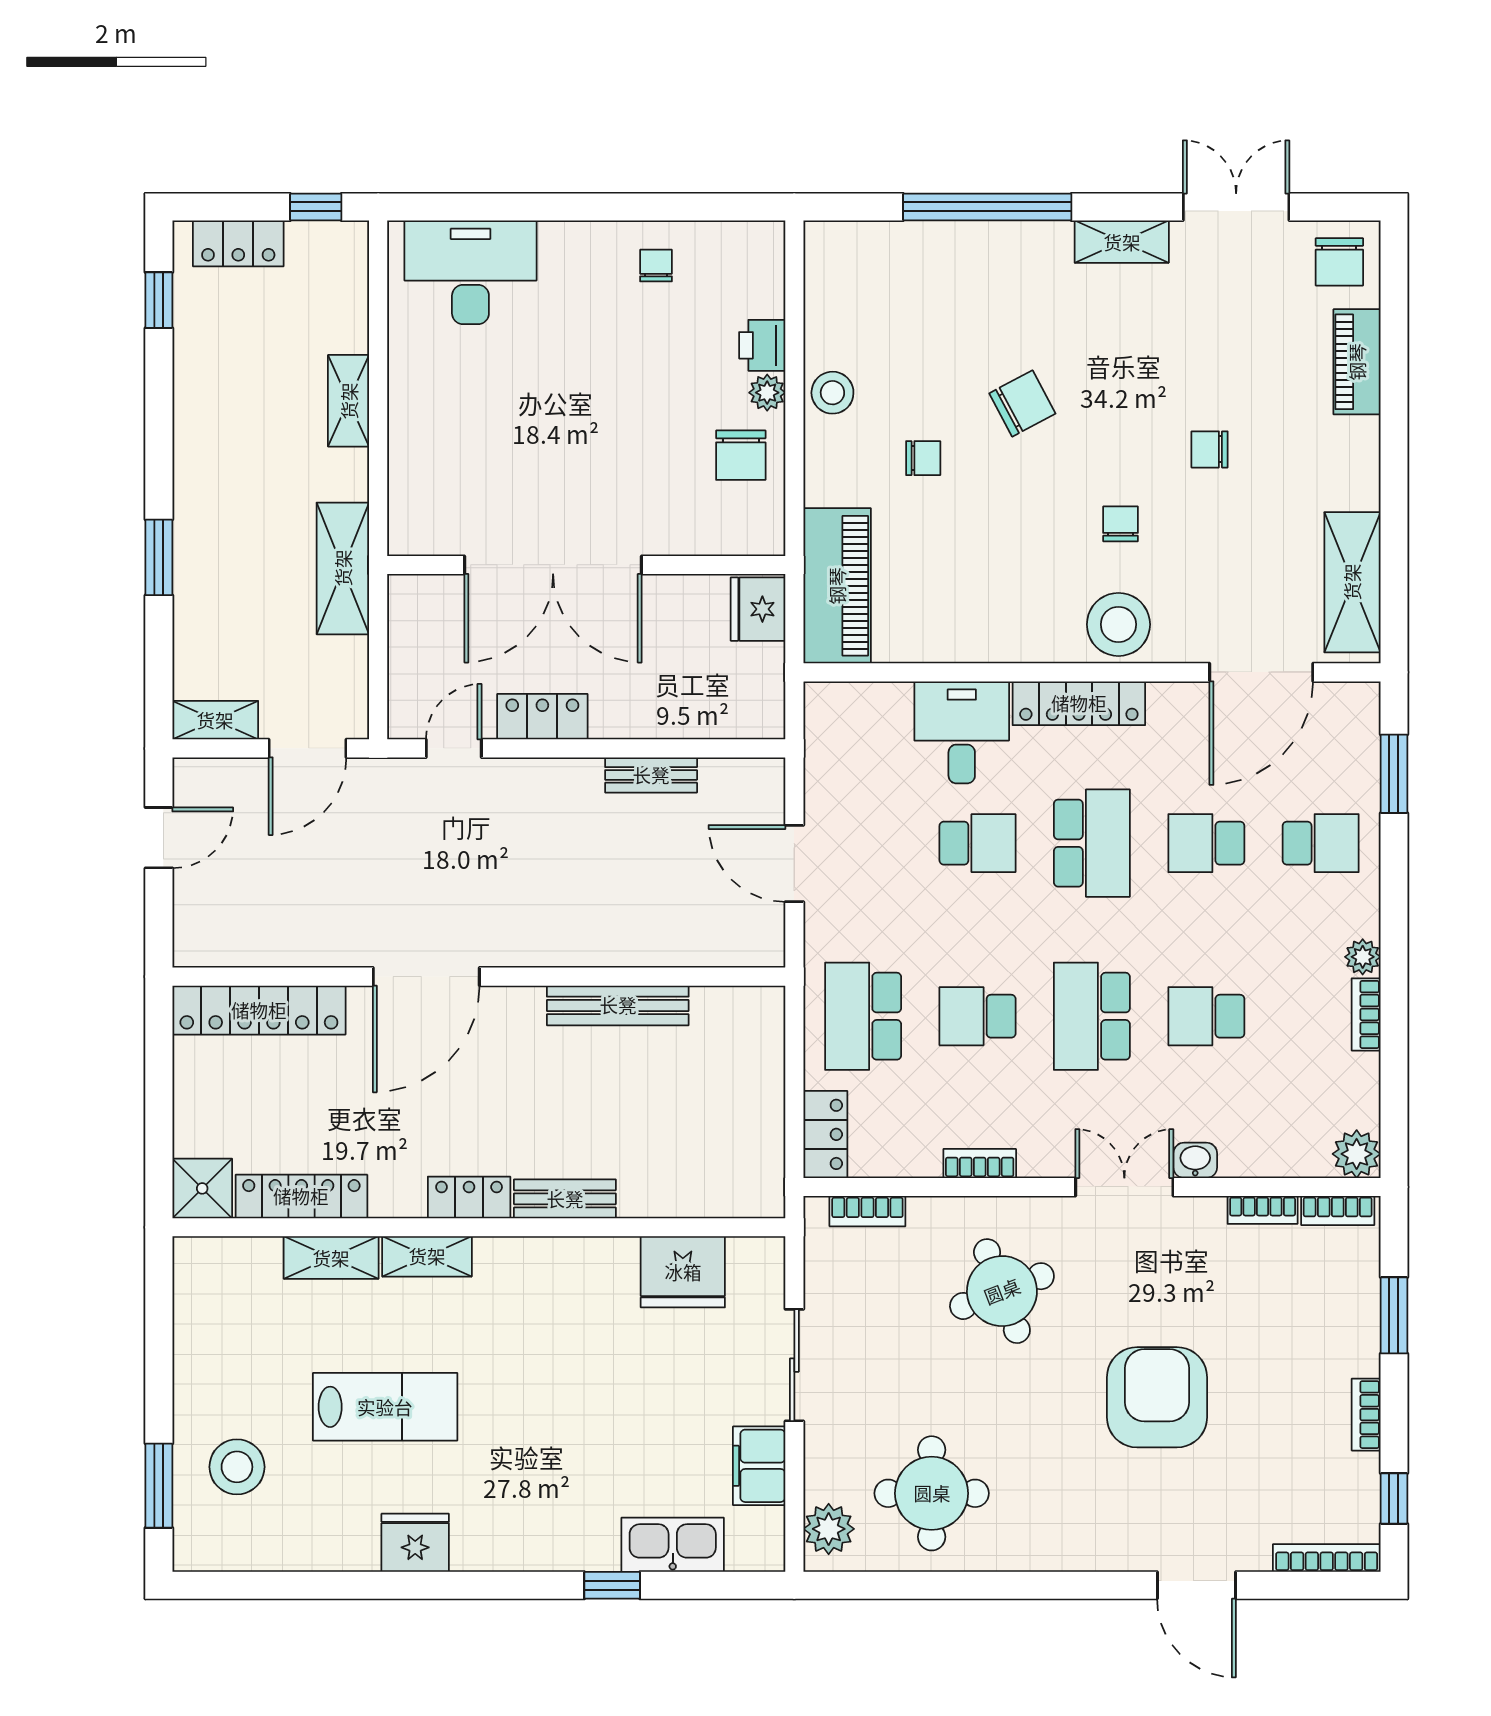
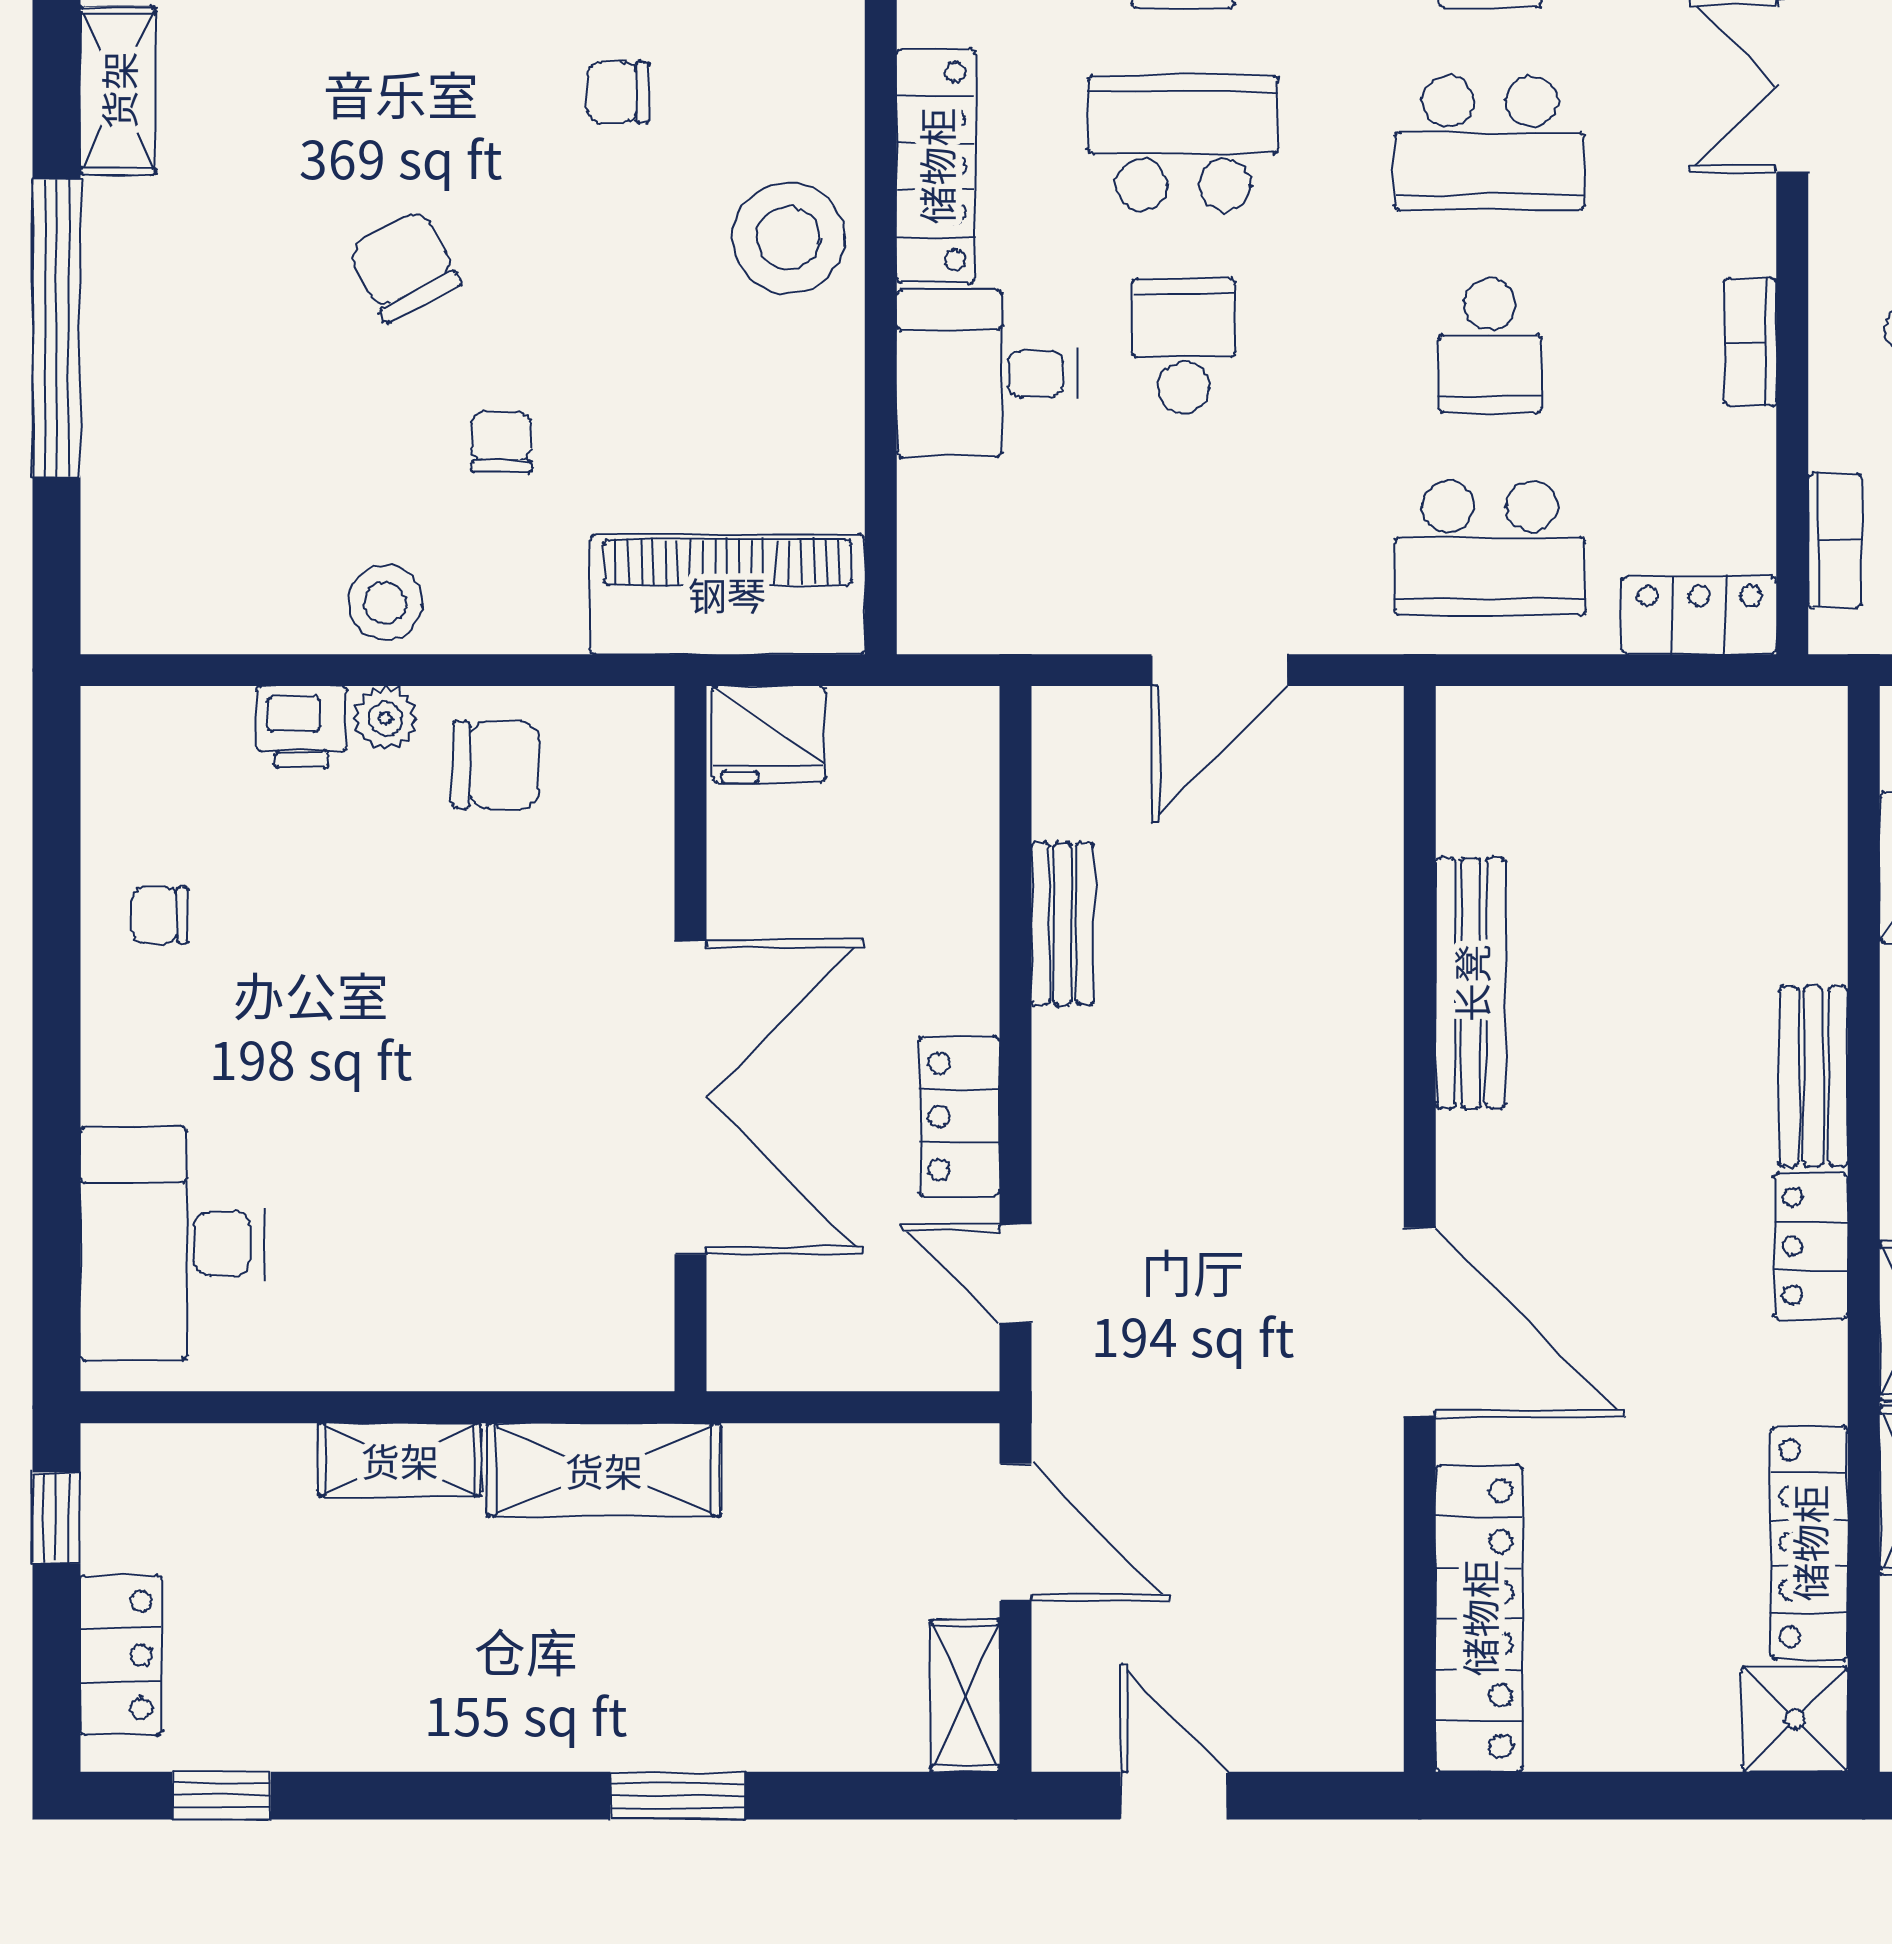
shelving: (343, 568) -> (604, 1470), moved
stool: (1118, 624) -> (788, 238), moved

